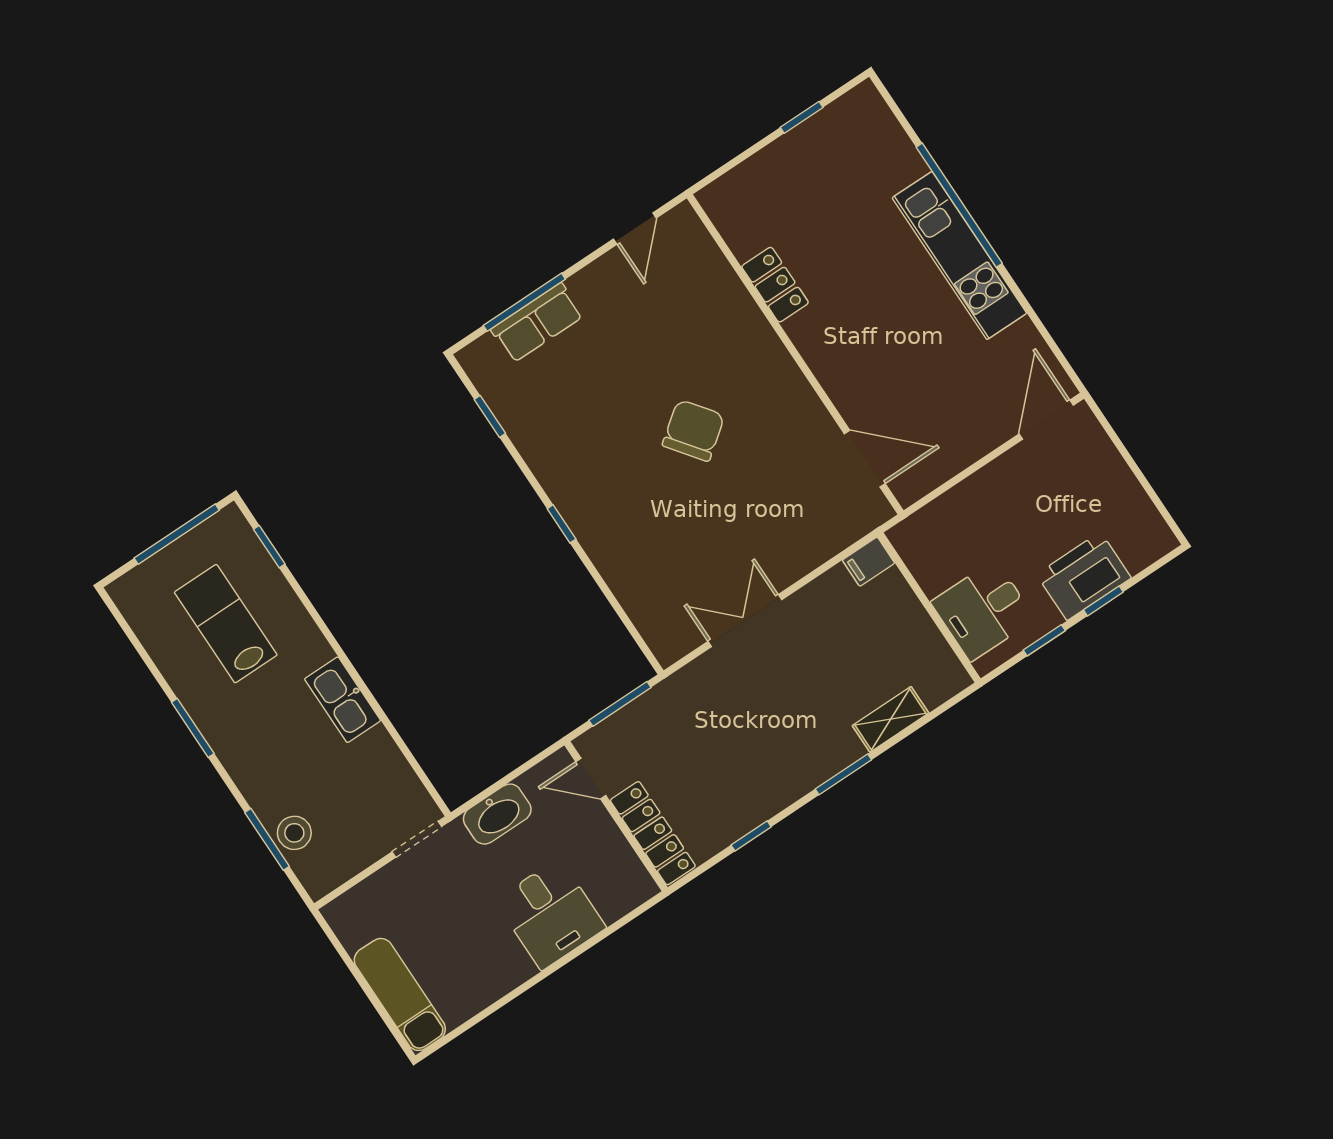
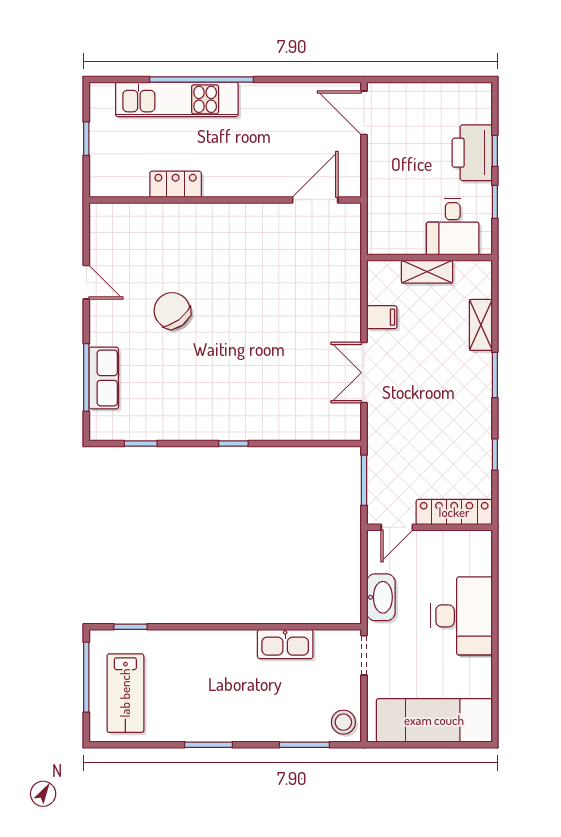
kitchen unit: (959, 256) -> (177, 99), moved
locker: (775, 285) -> (176, 184), moved
wall: (795, 354) -> (225, 200), moved
chair: (693, 430) -> (172, 311), moved
door: (865, 459) -> (315, 200), moved
filing cabinet: (868, 562) -> (382, 317), moved, turned -90
shelving: (911, 616) -> (427, 272), added
lab bench: (226, 624) -> (125, 693), moved, turned -90
kitchen sink: (343, 700) -> (285, 644), moved
stool: (294, 833) -> (343, 722), moved
desk: (550, 914) -> (462, 616), width x1.37
exam couch: (400, 994) -> (434, 720), width x1.36, depth x1.45

